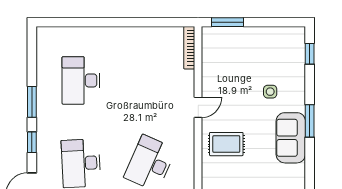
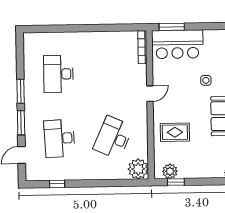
bar counter: (234, 45) -> (177, 44), added
window: (32, 142) -> (21, 123), width x1.50
rug: (226, 144) -> (175, 132), moved

